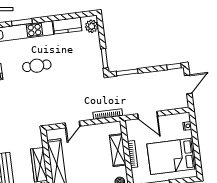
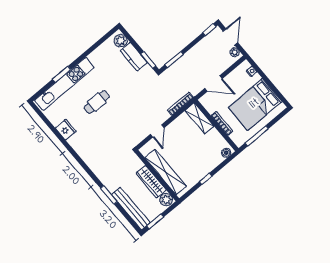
kitchen counter: (67, 26) -> (134, 57), moved, turned 90
plant: (183, 100) -> (235, 52), added
shelving: (118, 150) -> (199, 118), moved

